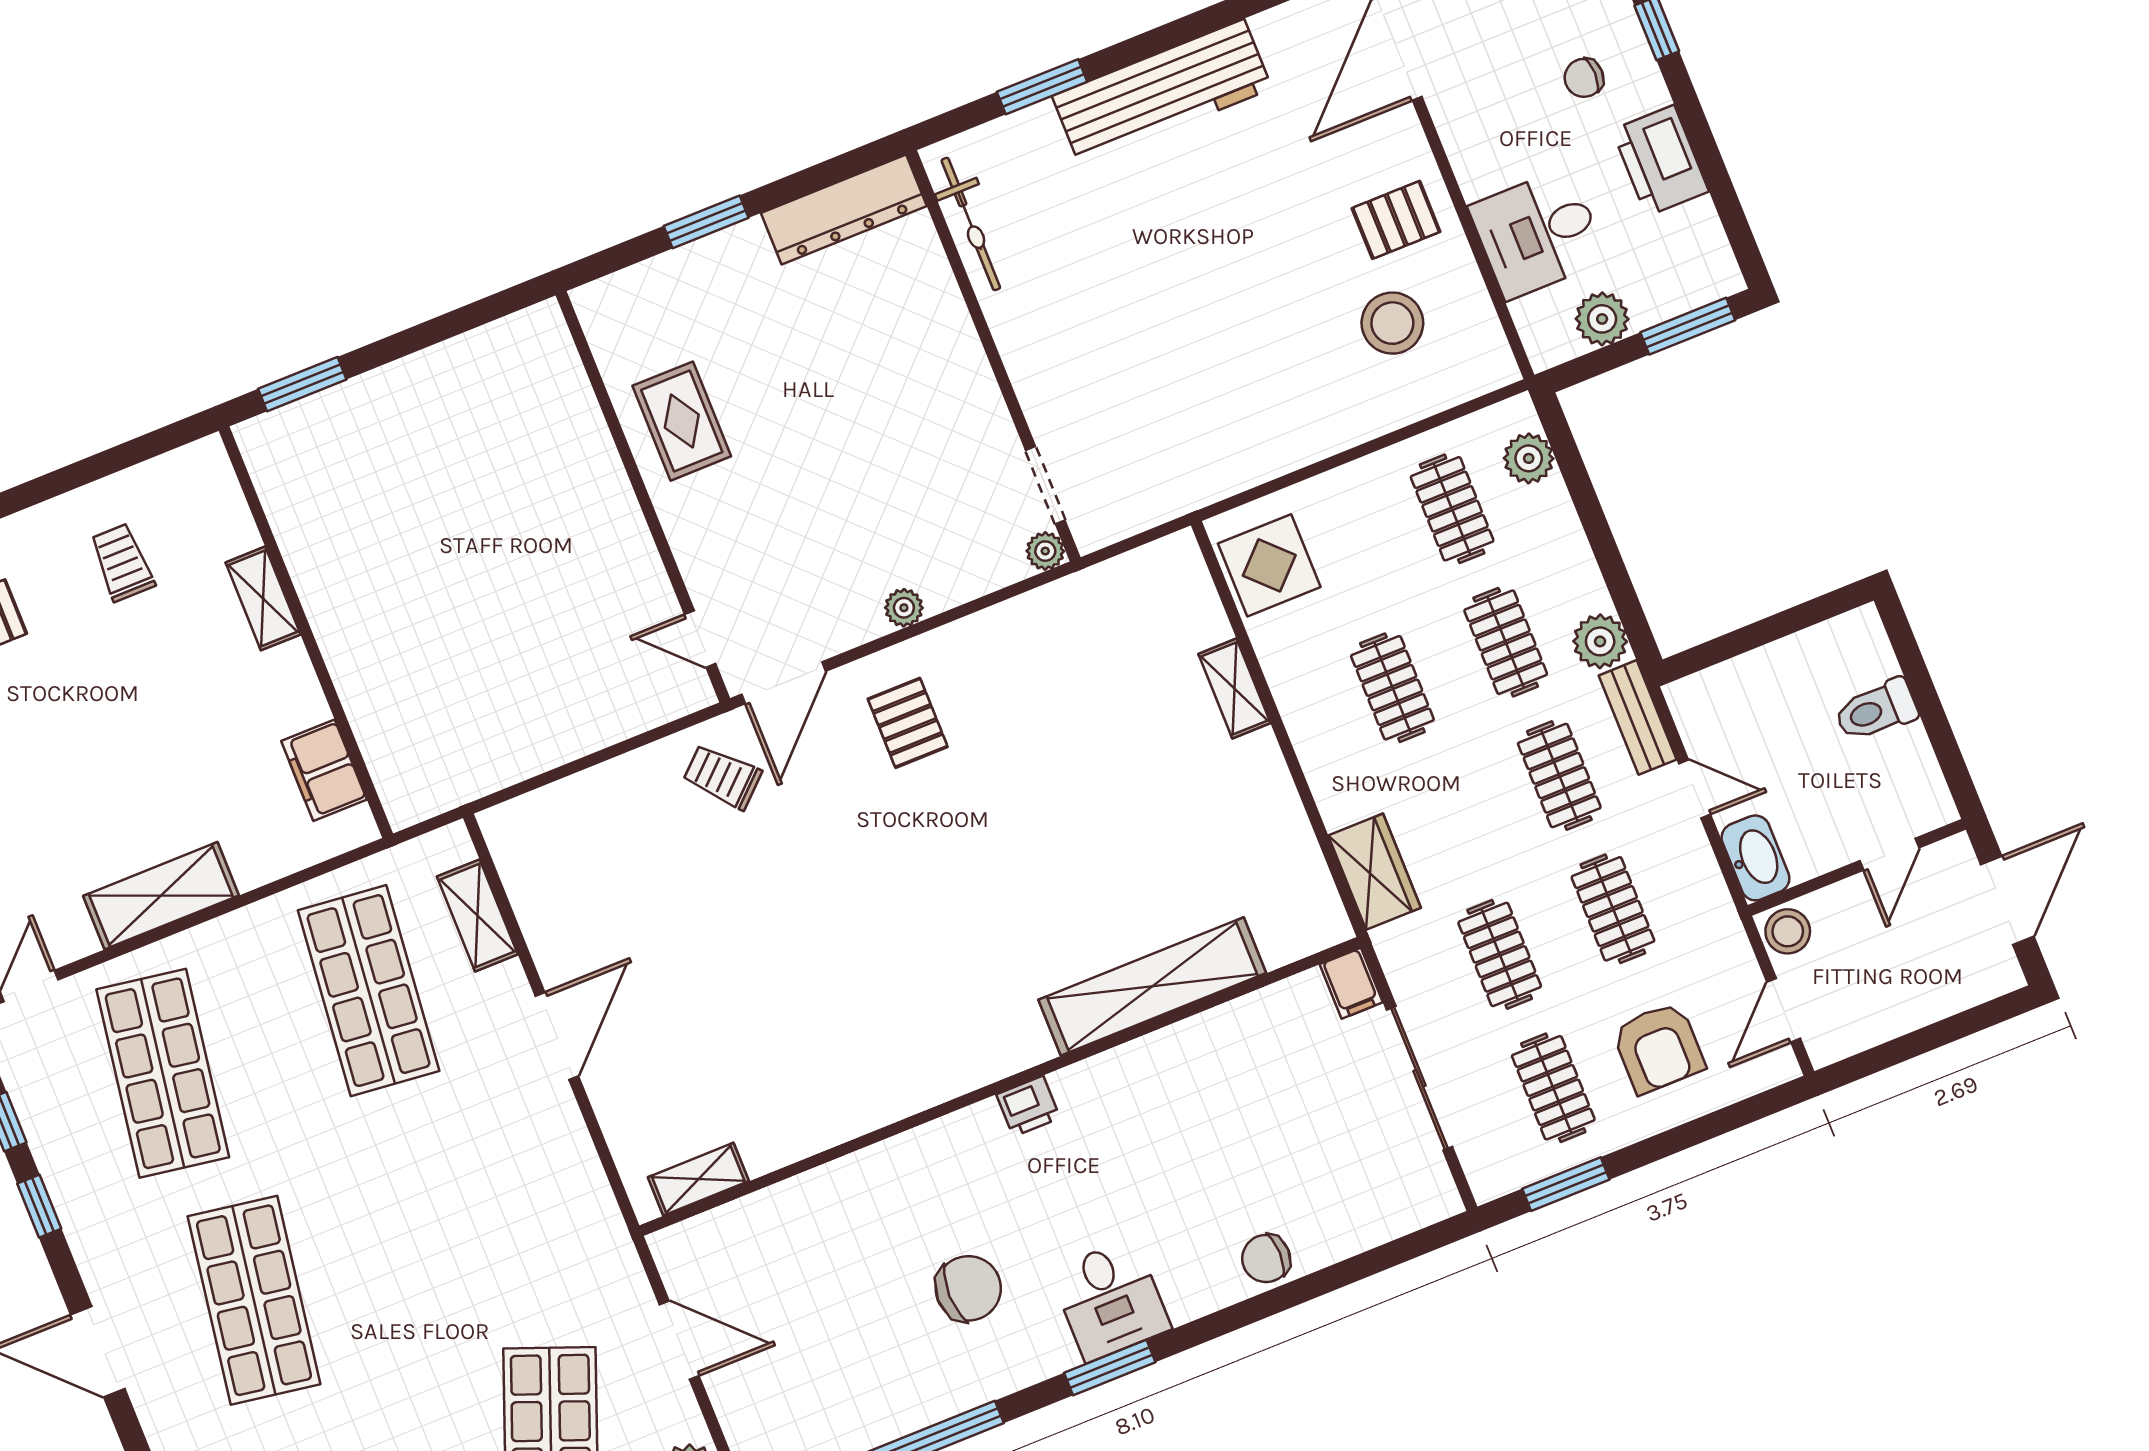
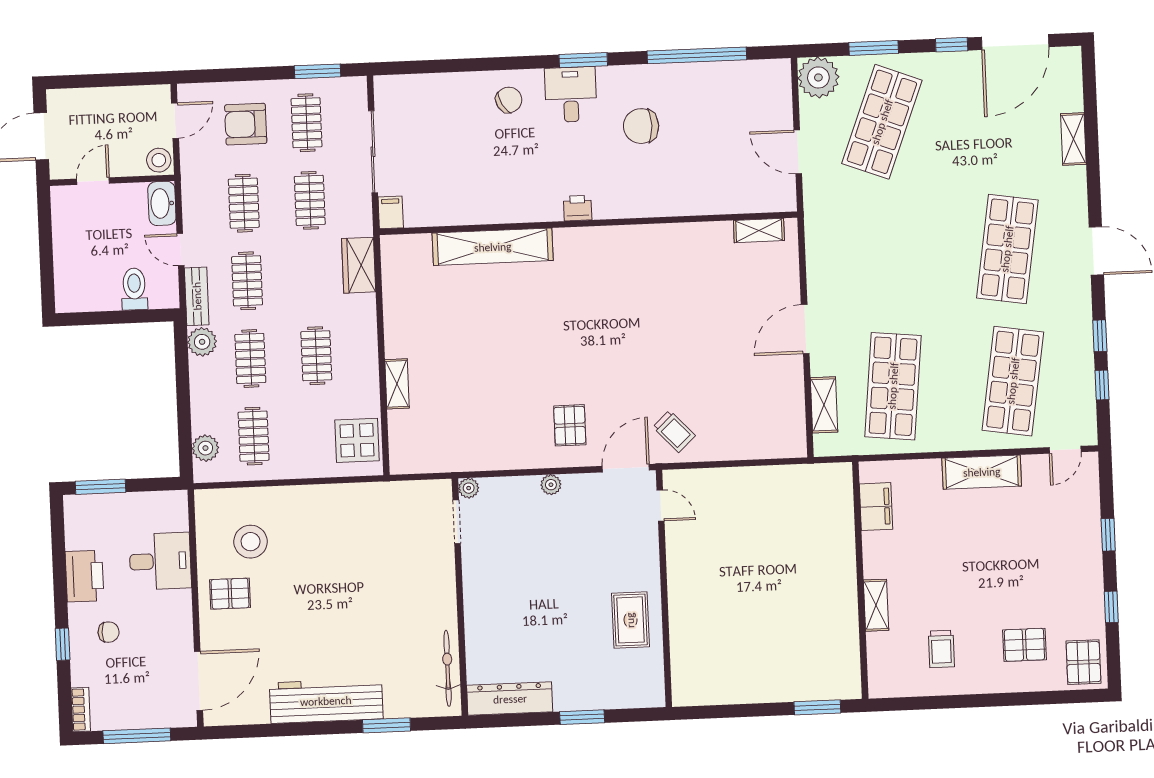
plant: (1602, 319) -> (143, 506), removed
toilet: (1876, 710) -> (134, 289), moved, turned -90
armchair: (1658, 1048) -> (246, 124), turned -90
chair: (1266, 1258) -> (509, 100), moved, turned -30

